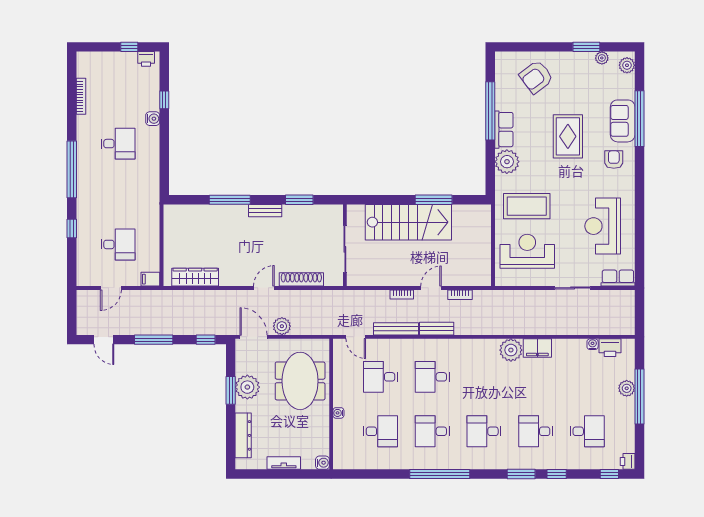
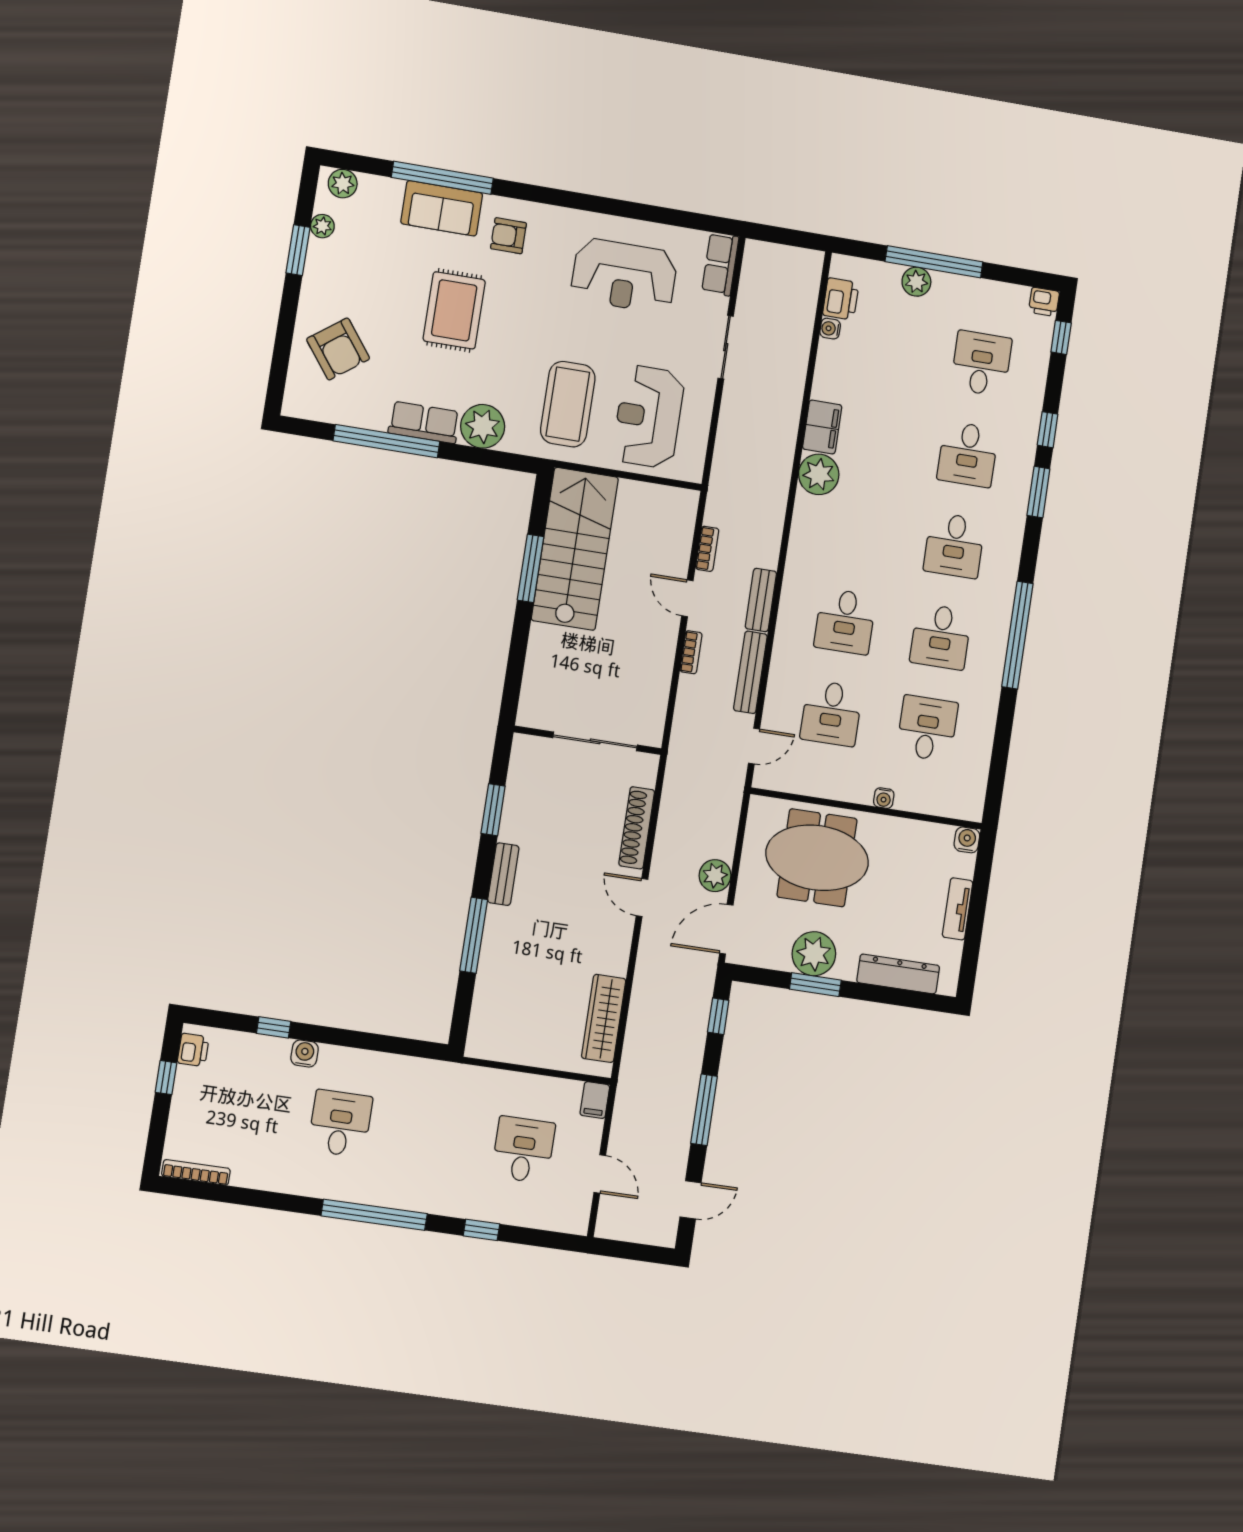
bookcase: (81, 96) -> (196, 1172), moved
rug: (568, 136) -> (454, 310), turned 90
stairs: (408, 222) -> (575, 549), moved

